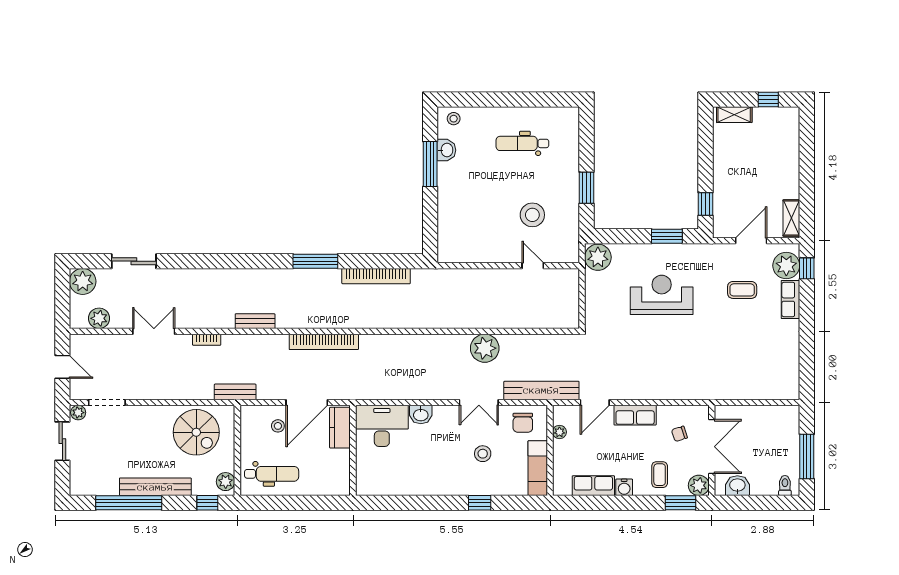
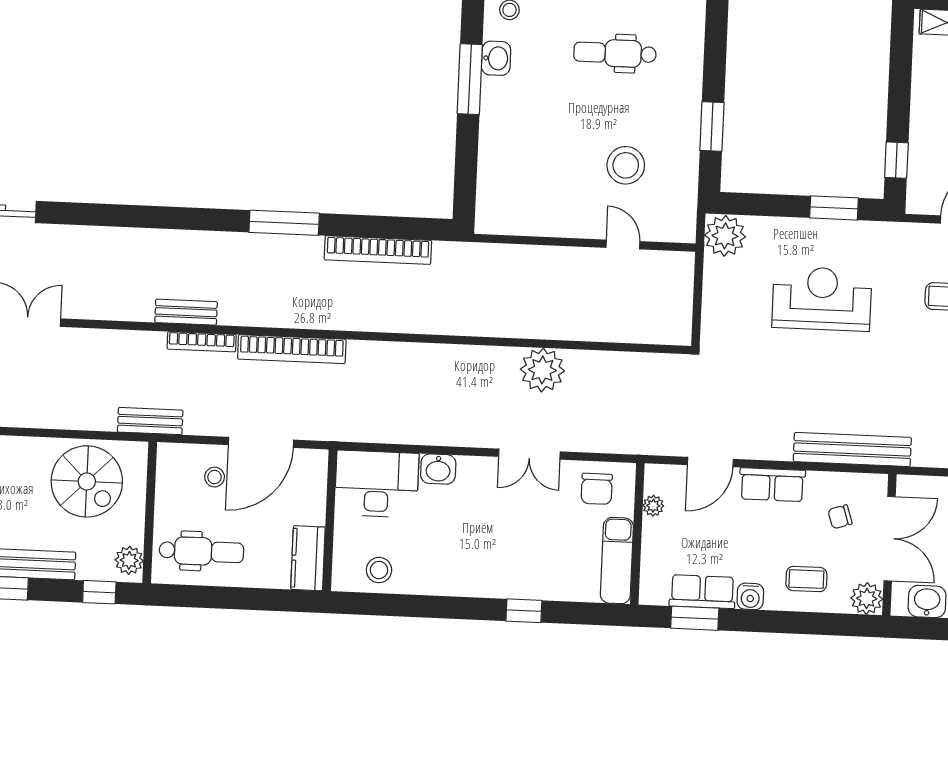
bookcase: (207, 340) -> (202, 342), moved, width x1.56
bench: (541, 390) -> (852, 450), moved
kitchen counter: (340, 428) -> (308, 558), moved
stool: (483, 454) -> (379, 570), moved
coffee table: (660, 475) -> (806, 579), turned 90
window: (680, 503) -> (695, 618), moved

